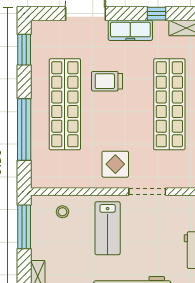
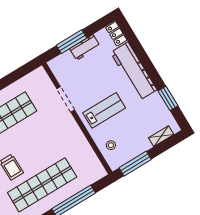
display table: (115, 164) -> (61, 130), removed

